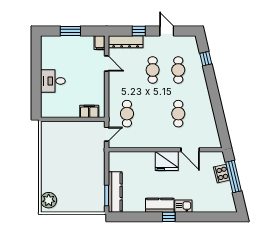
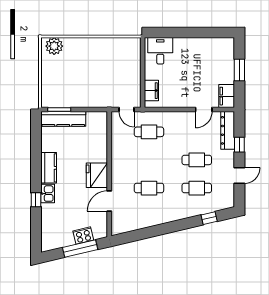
filing cabinet: (100, 43) -> (227, 96), width x2.00
desk: (53, 81) -> (160, 51), moved
window: (169, 217) -> (36, 200), moved

